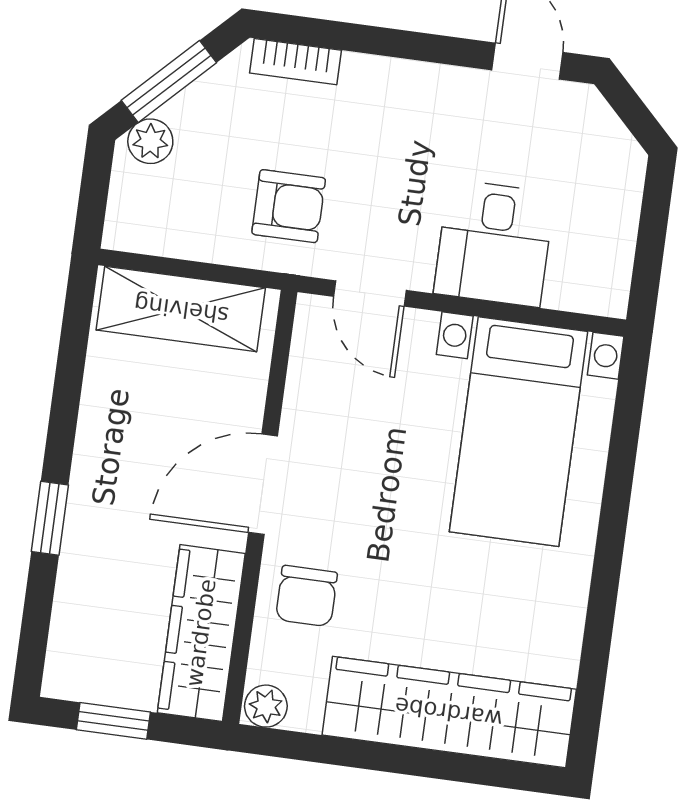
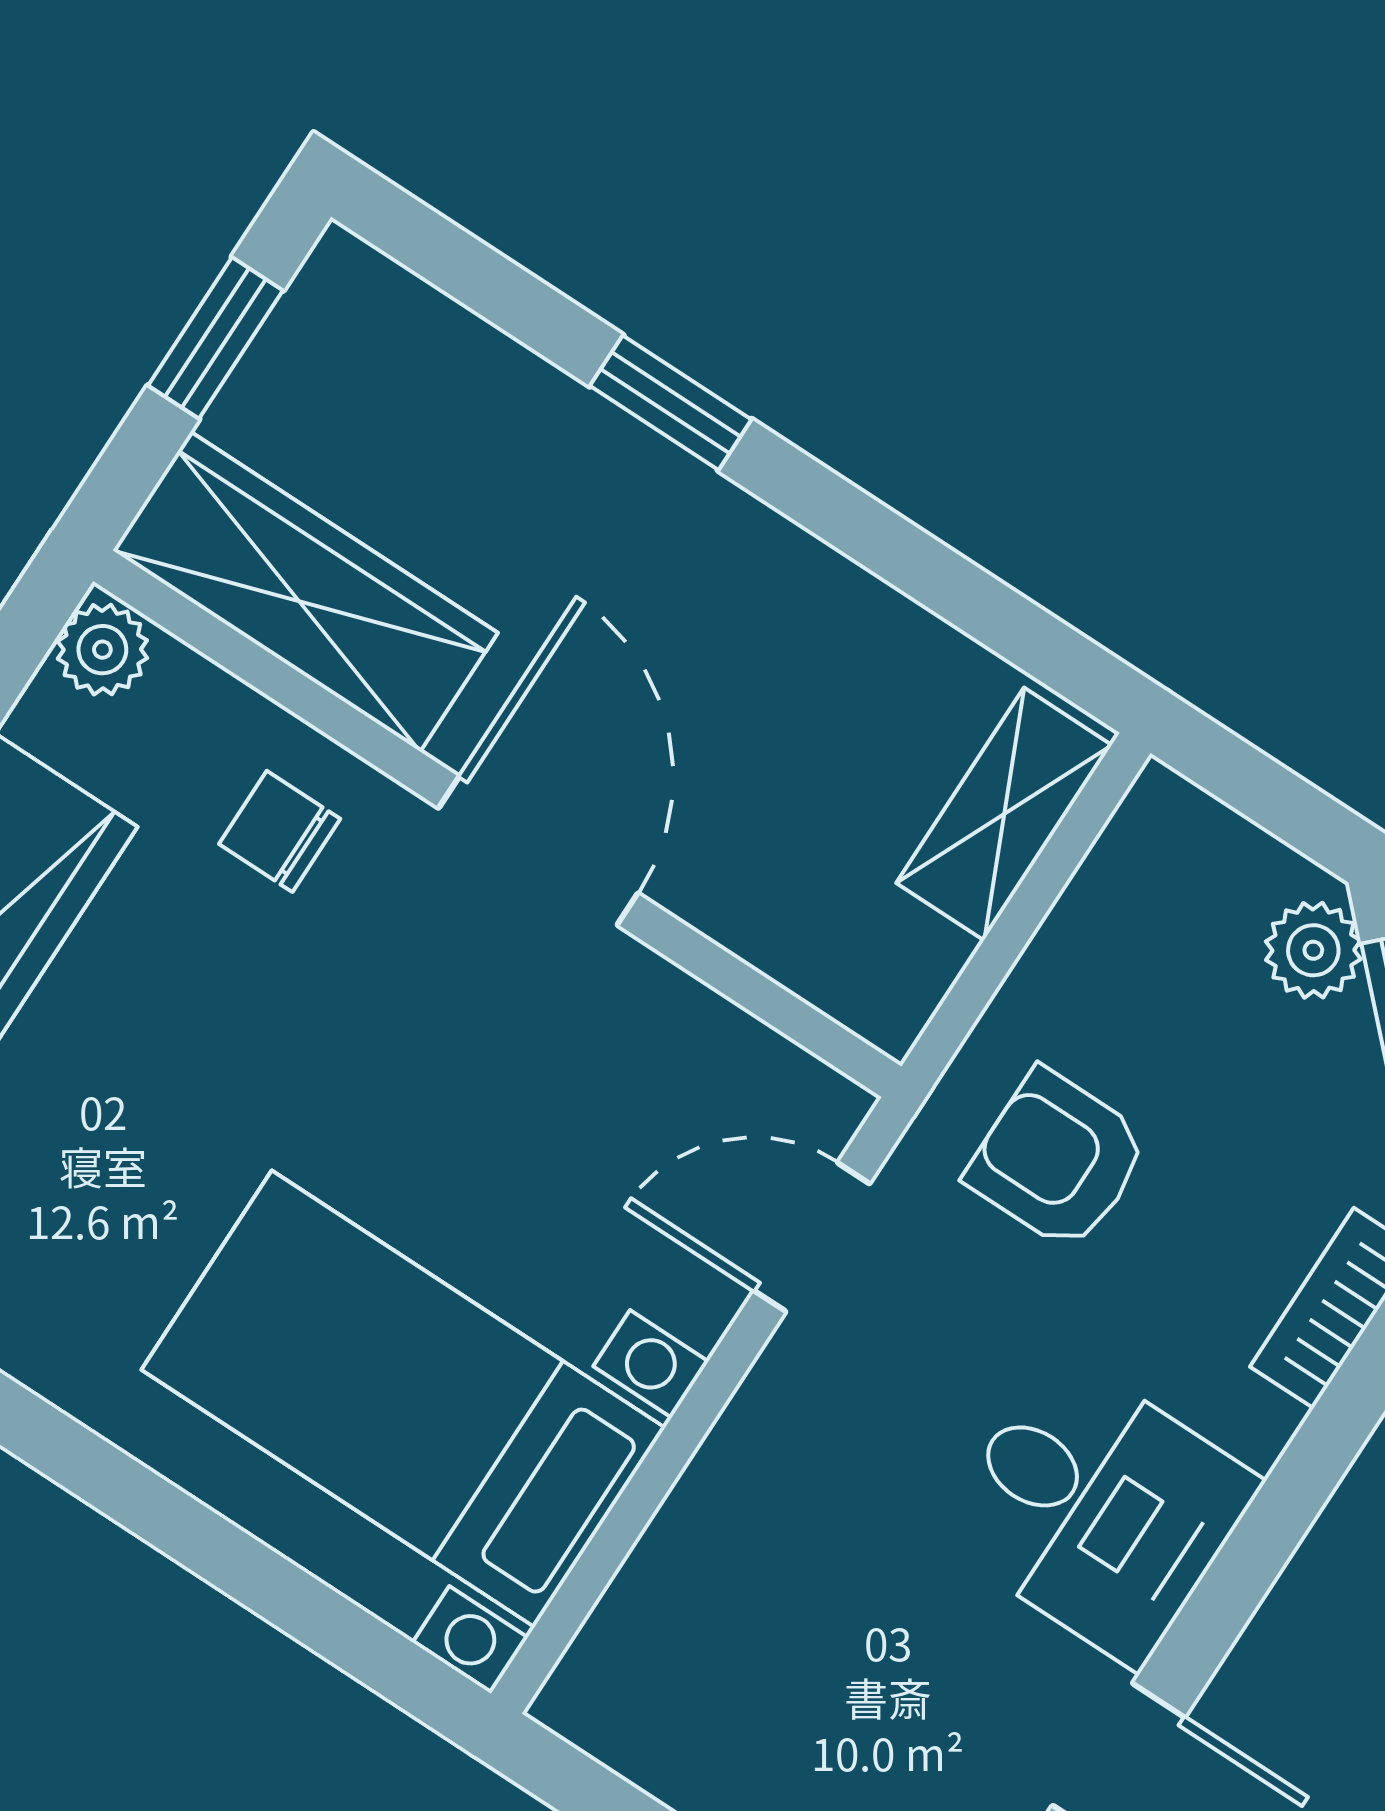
armchair: (289, 206) -> (1058, 1160), turned 90
desk: (494, 243) -> (1098, 1509), moved, turned 180
shelving: (181, 309) -> (1004, 814), width x0.67, depth x0.75
chair: (306, 596) -> (280, 831), width x0.73, depth x0.73

